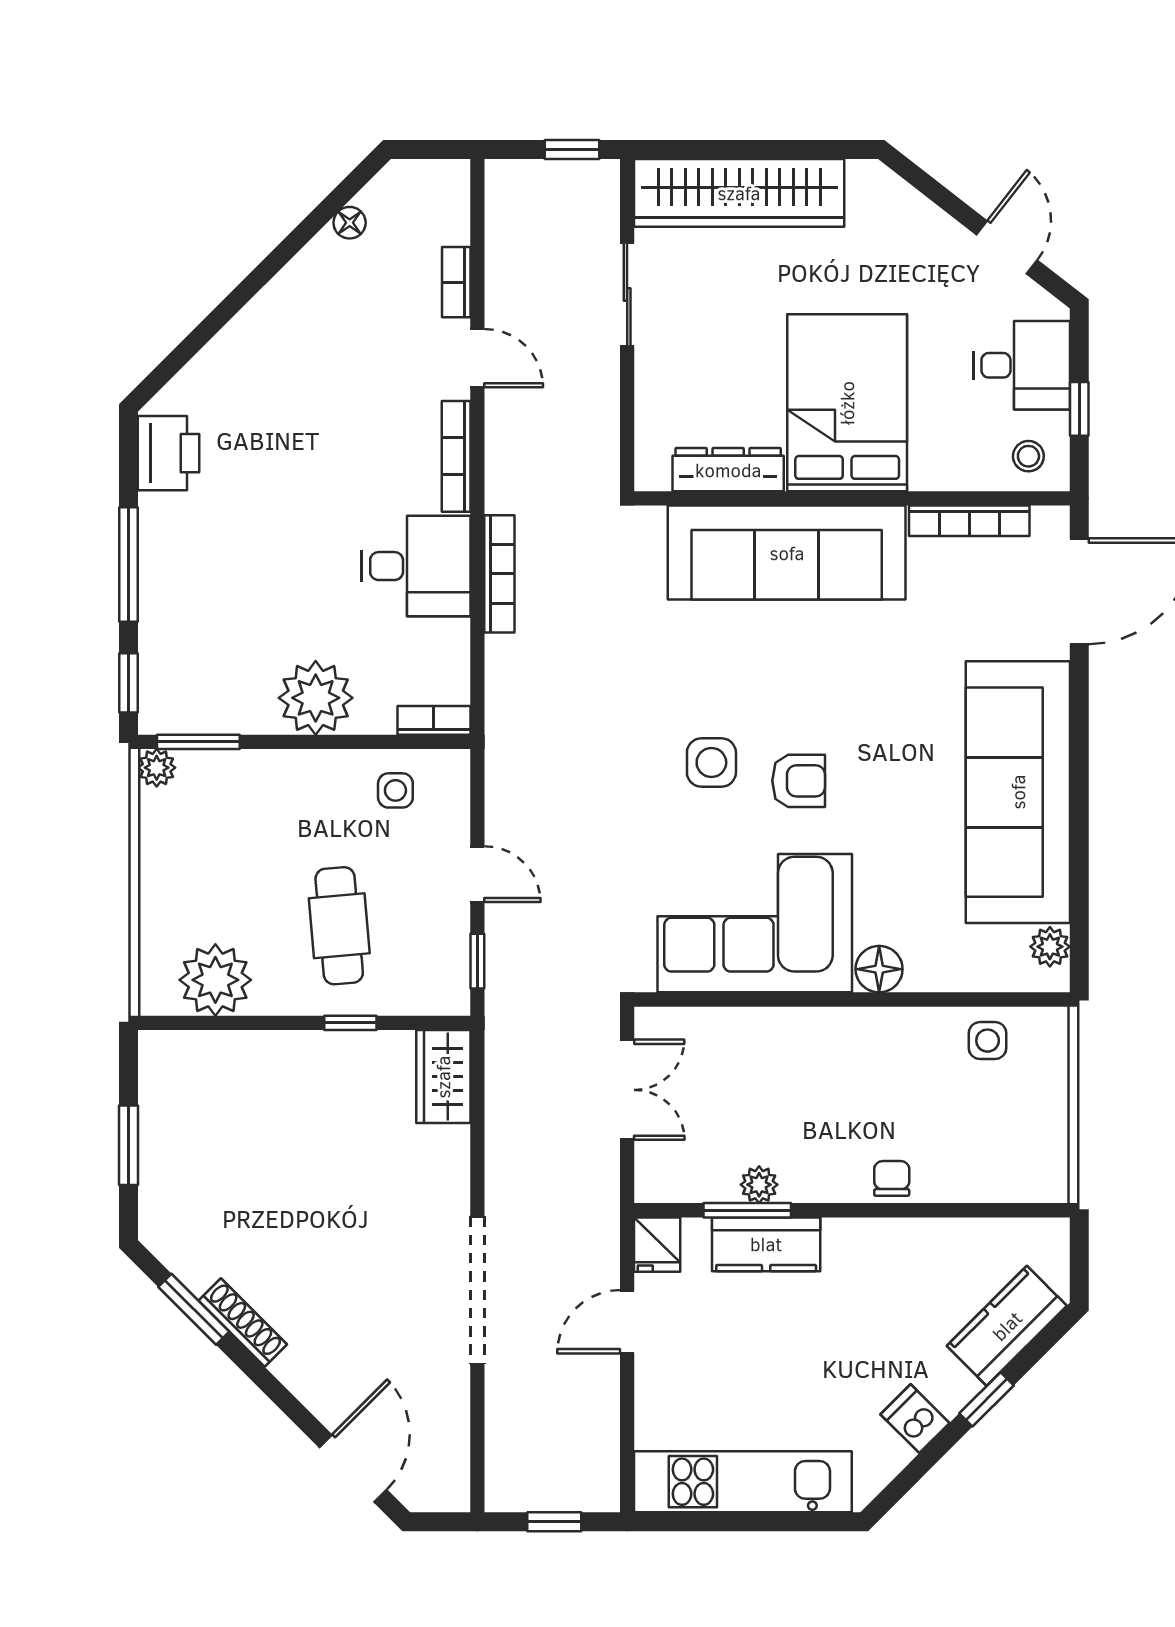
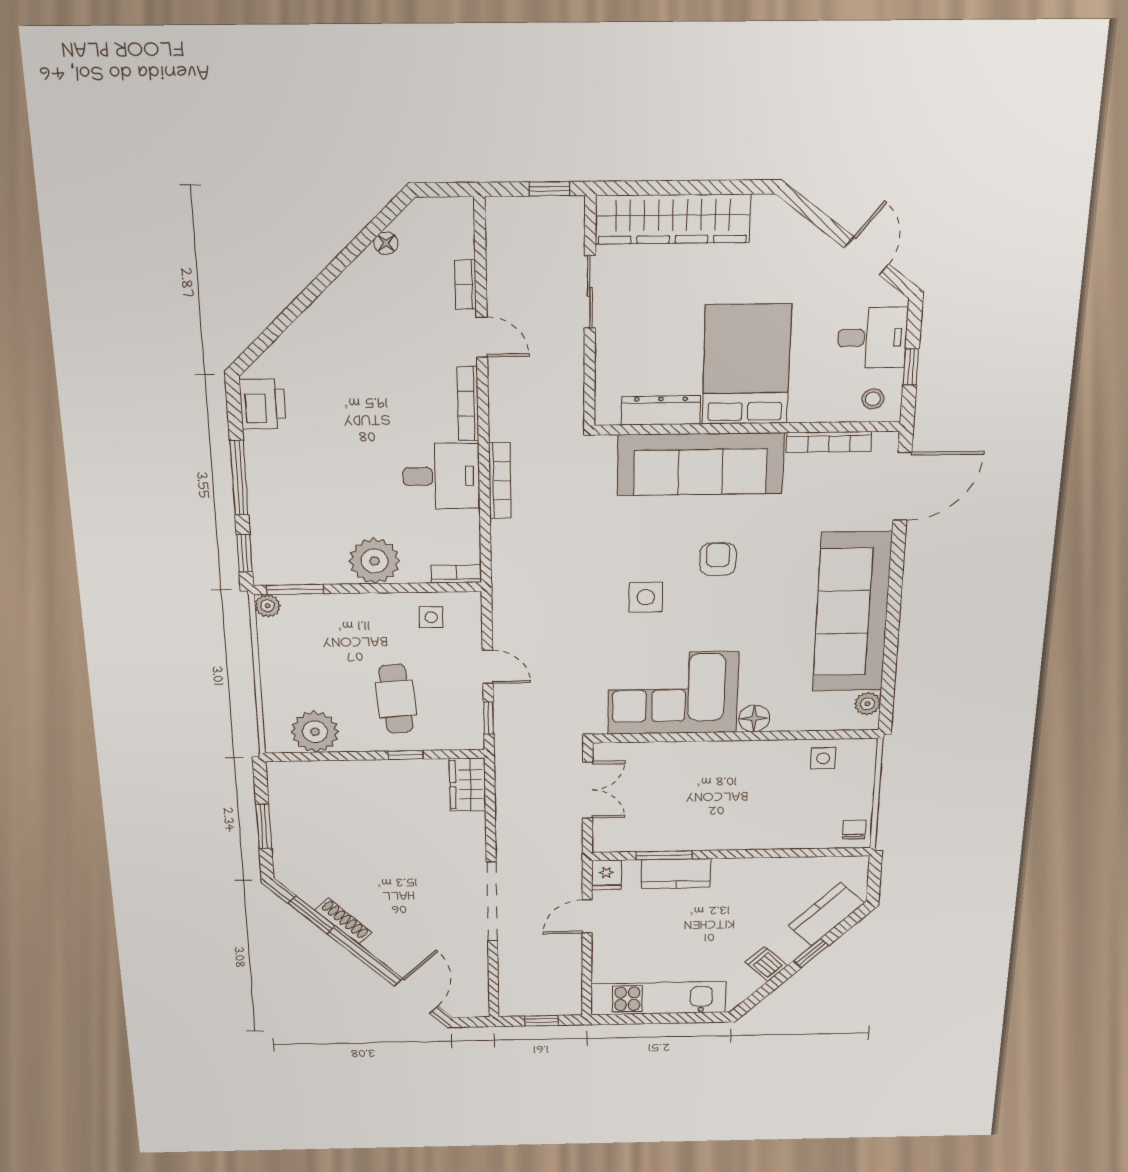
armchair: (799, 781) -> (718, 559), moved, turned -90
chair: (892, 1178) -> (854, 830), moved
plant: (759, 1185) -> (672, 841), removed

